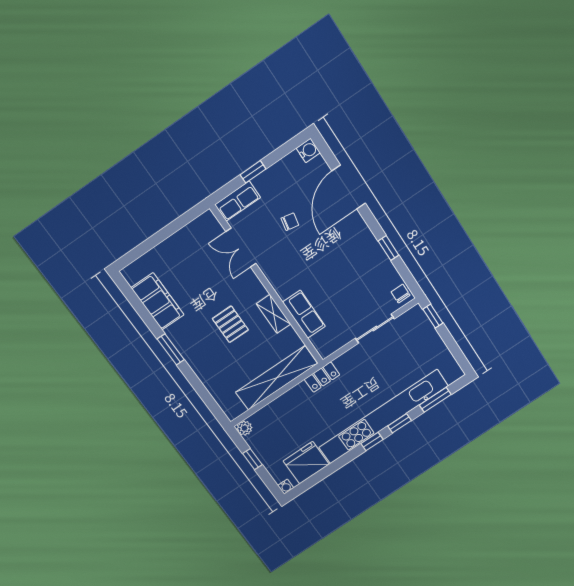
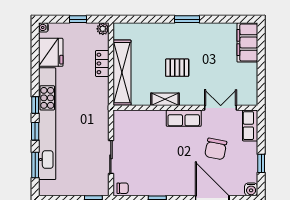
window: (253, 172) -> (261, 163), moved
chair: (290, 222) -> (216, 149), width x1.87, depth x1.87
filing cabinet: (158, 301) -> (247, 42), moved, turned 90
row of seats: (304, 314) -> (184, 118), moved
locker: (322, 377) -> (102, 63), moved

